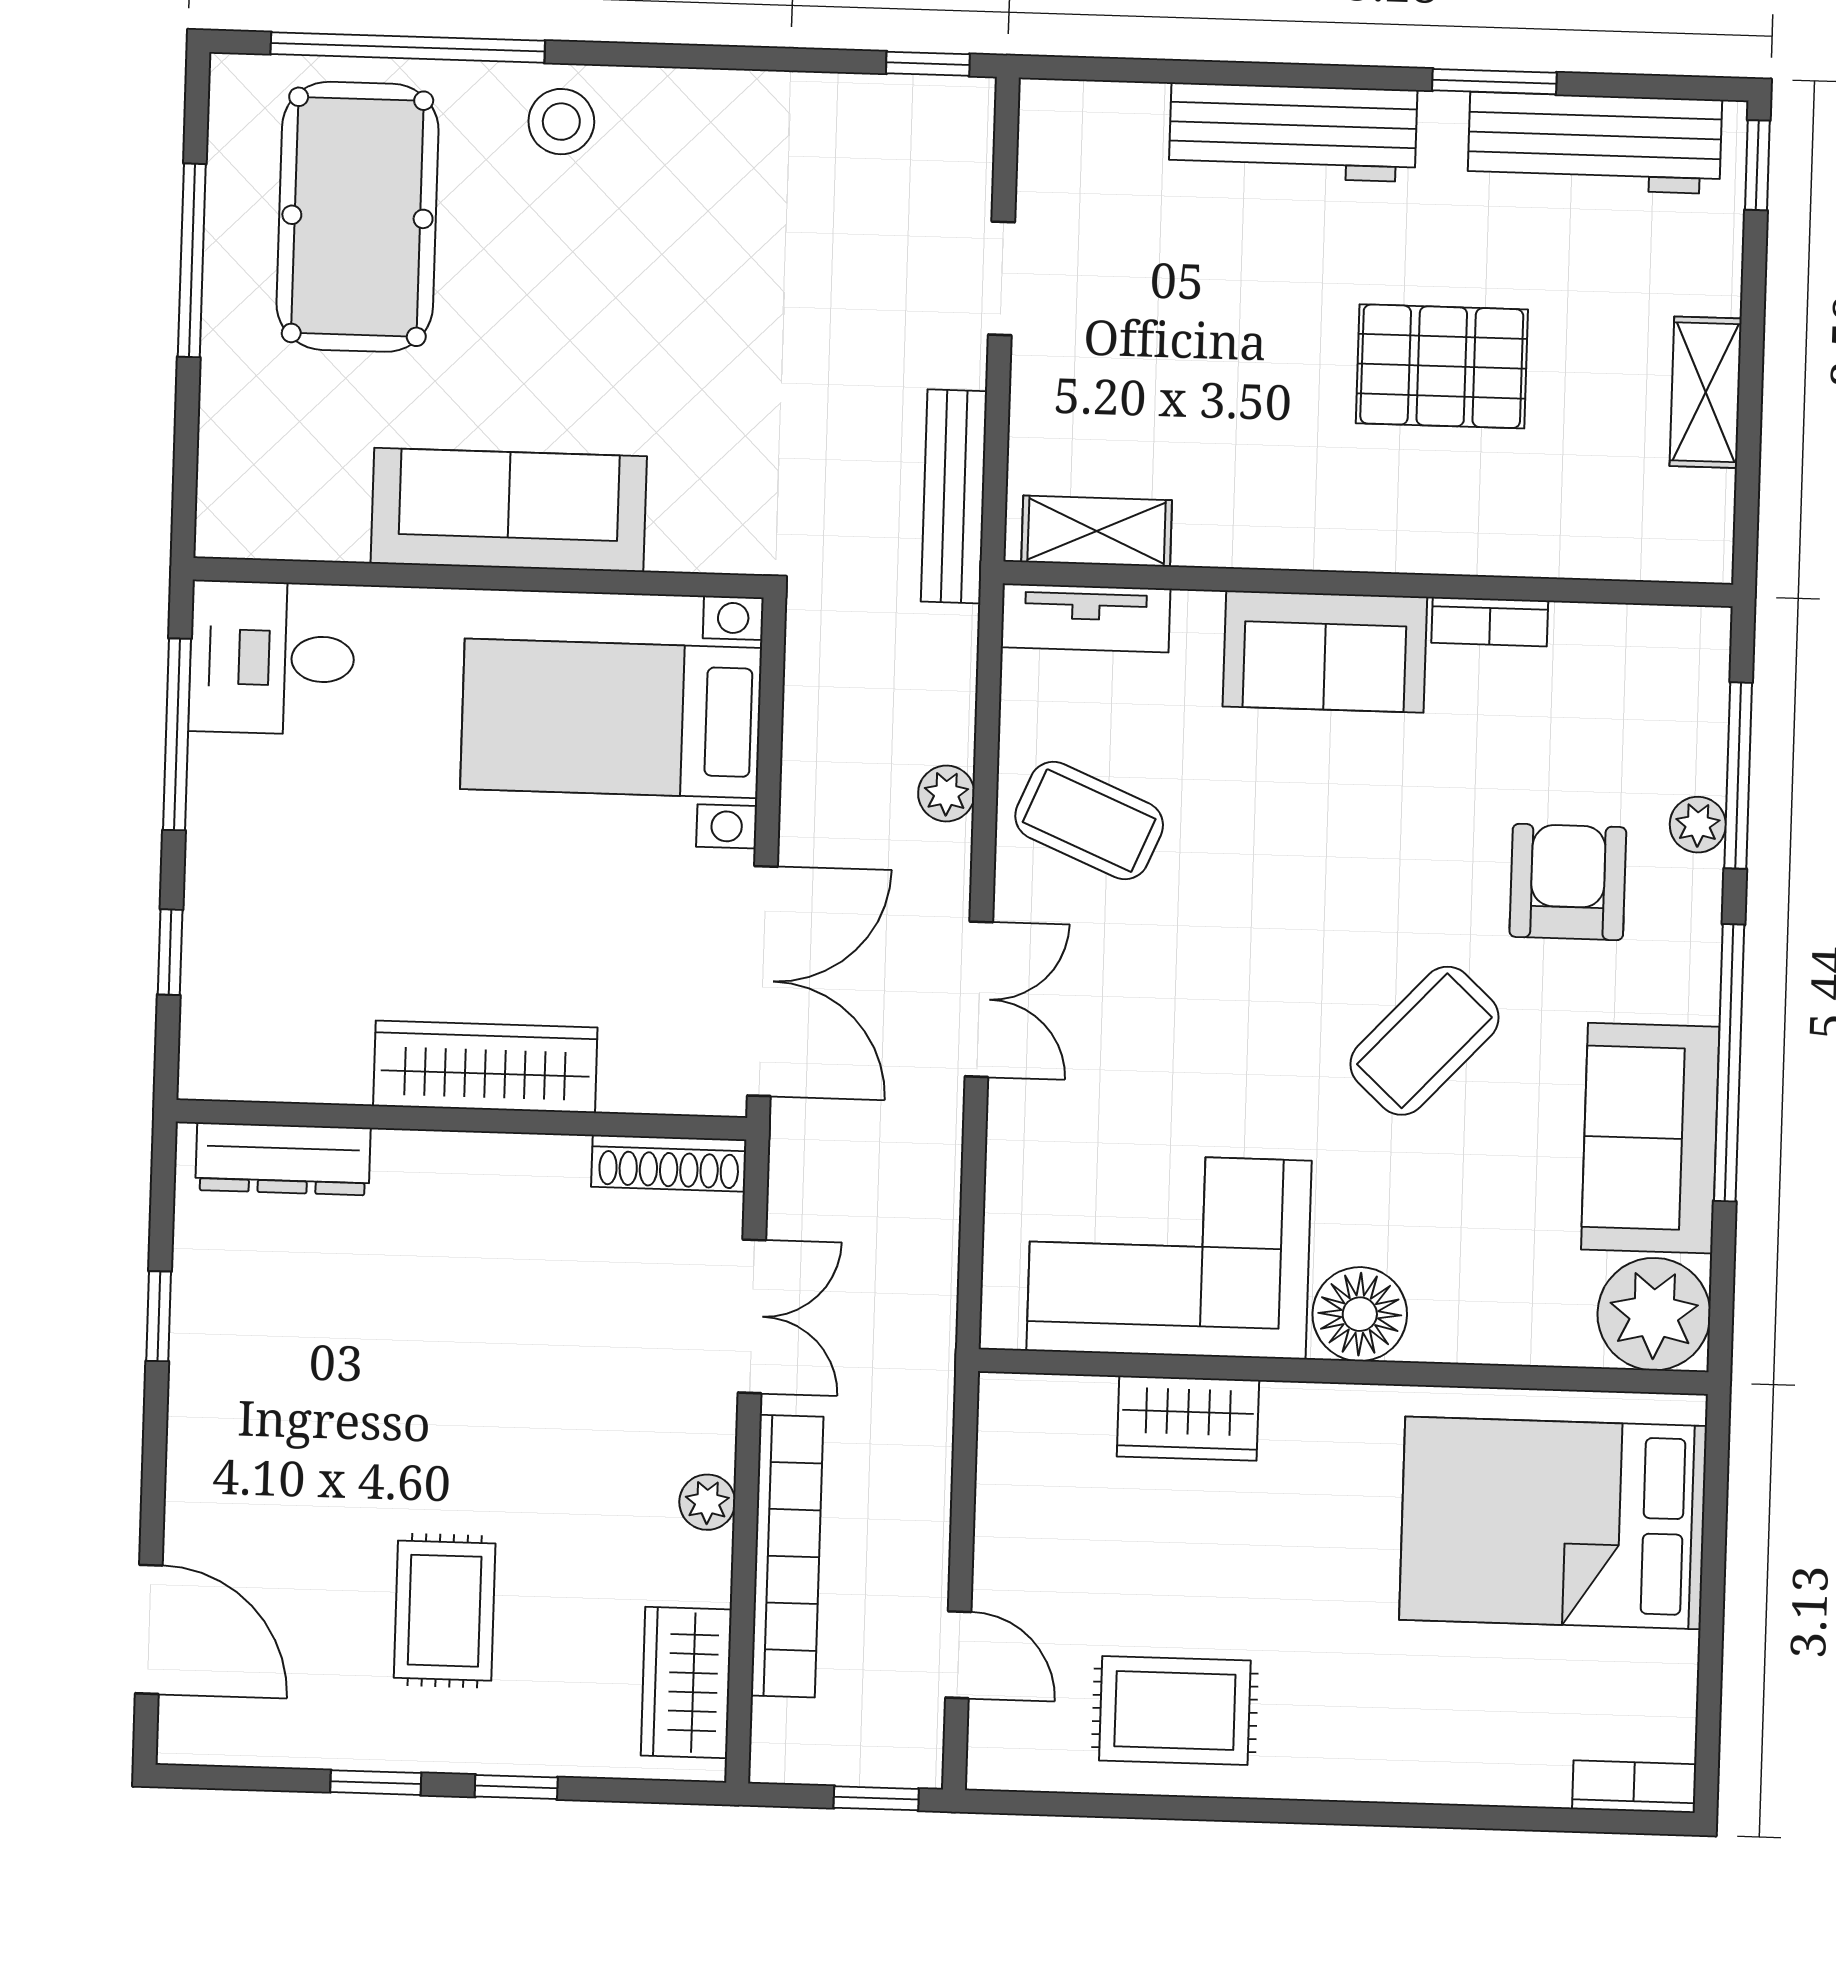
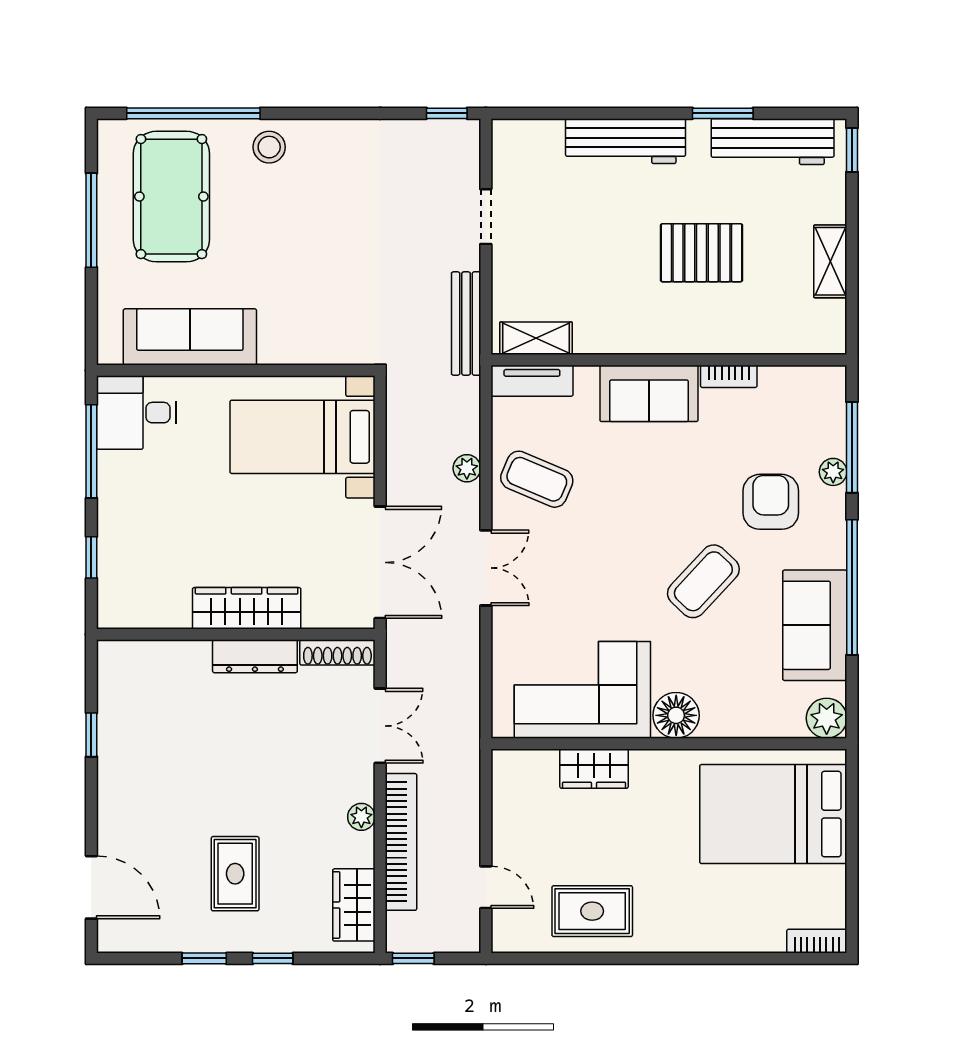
sofa: (509, 510) -> (190, 337), moved
dresser: (283, 1159) -> (255, 656), moved
plant: (1654, 1314) -> (827, 718), width x0.73, depth x0.73
window: (876, 1798) -> (413, 958), moved

